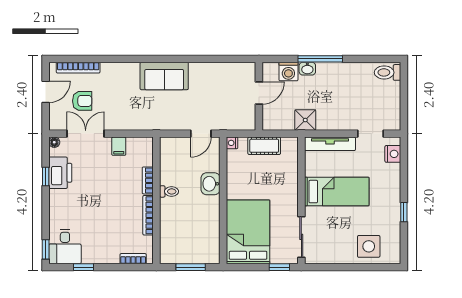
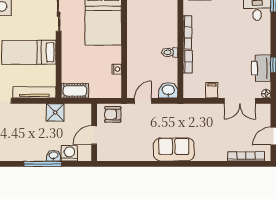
armchair: (82, 101) -> (113, 114), moved
nightstand: (232, 143) -> (117, 69), moved
cot: (264, 146) -> (75, 91), moved
washbasin: (211, 184) -> (168, 90), moved, turned -90

